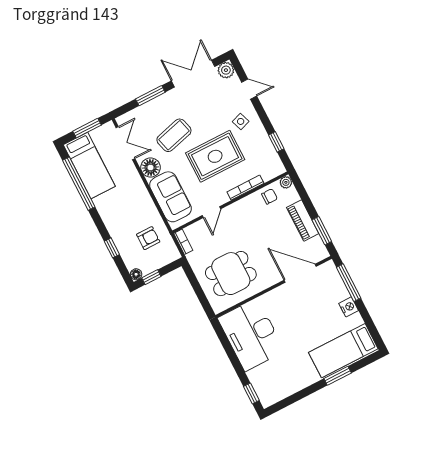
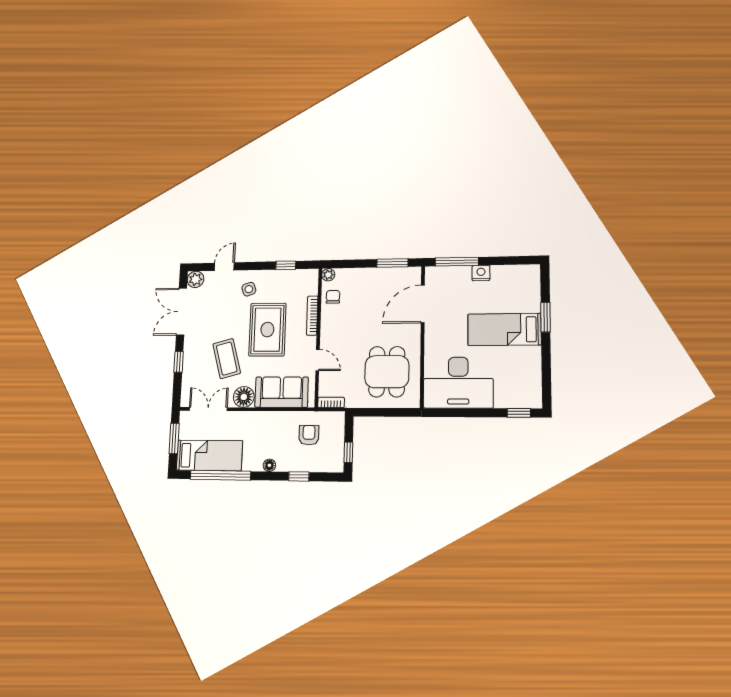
window: (150, 96) -> (179, 362), width x0.67
piano: (303, 221) -> (373, 277), removed
floor lamp: (136, 274) -> (269, 465), moved
bed: (343, 351) -> (504, 329), moved, turned 90

